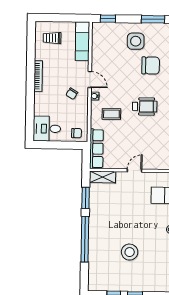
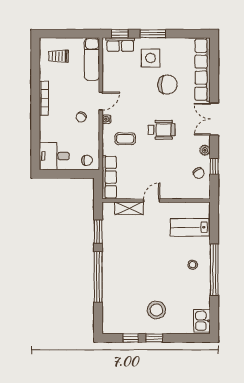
window: (153, 19) -> (153, 34), moved
row of seats: (108, 28) -> (120, 45), added
door: (90, 80) -> (101, 101), hinge flipped
shelving: (102, 177) -> (129, 208), moved
stool: (130, 252) -> (156, 310), moved

